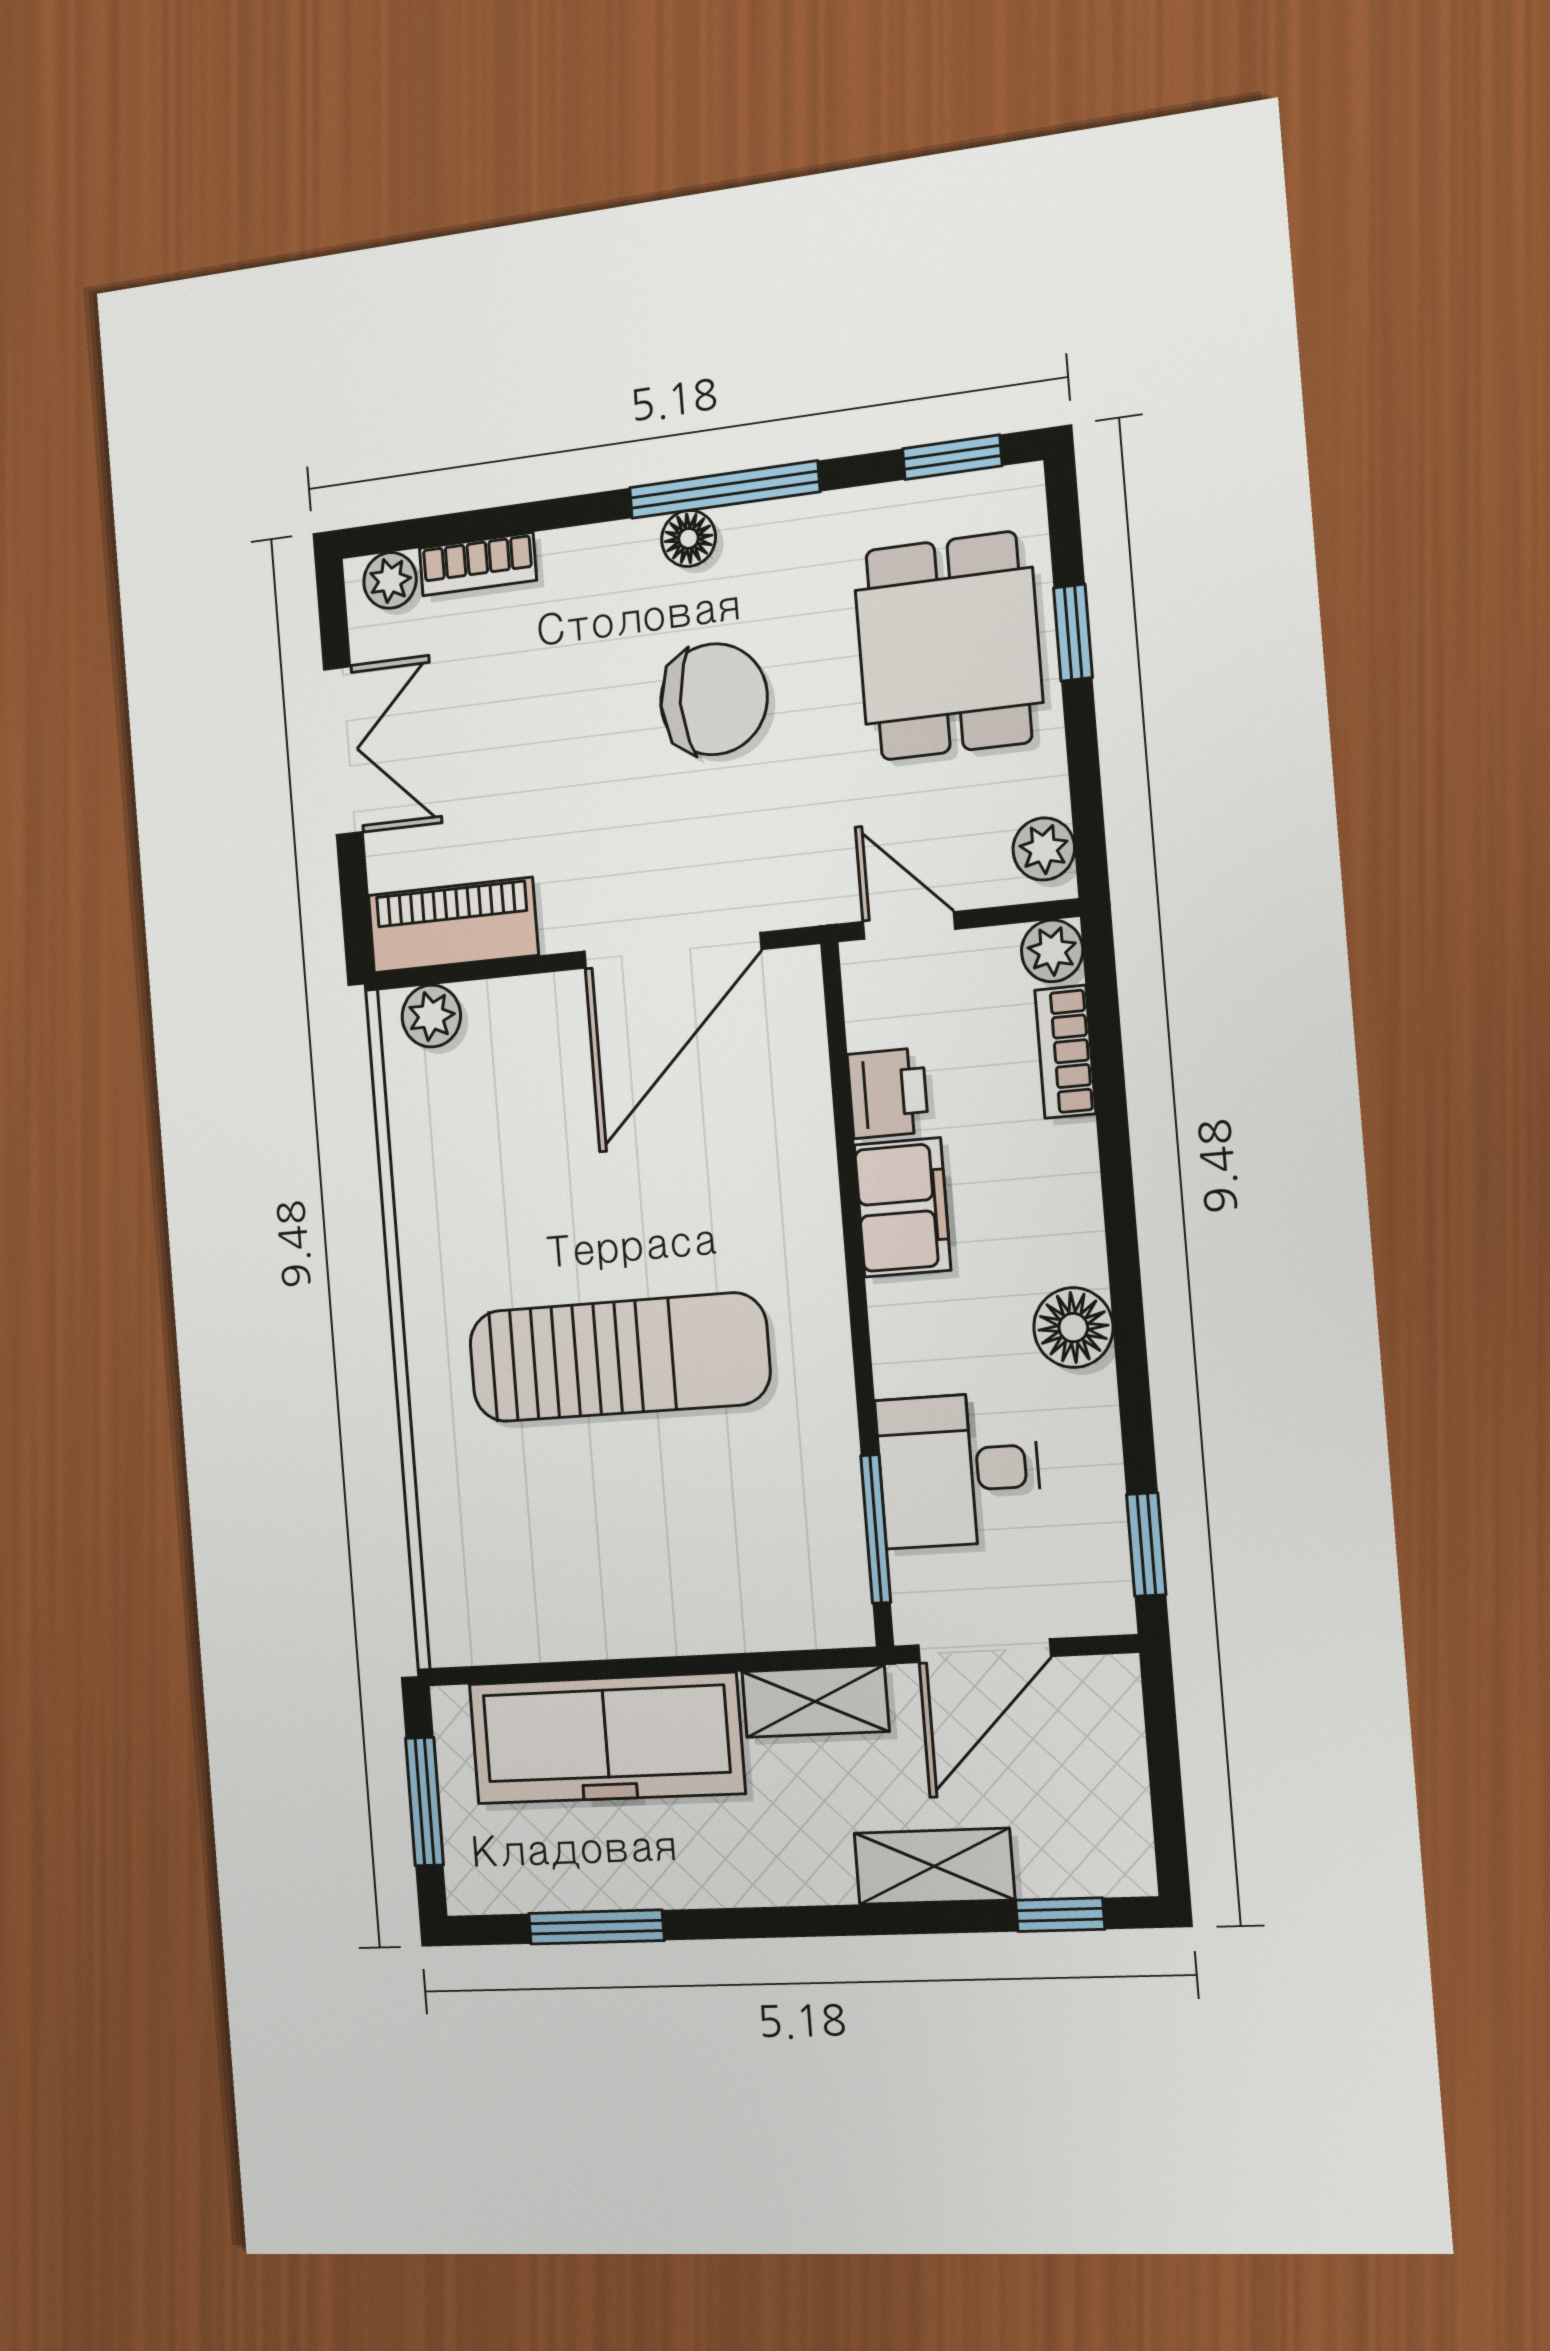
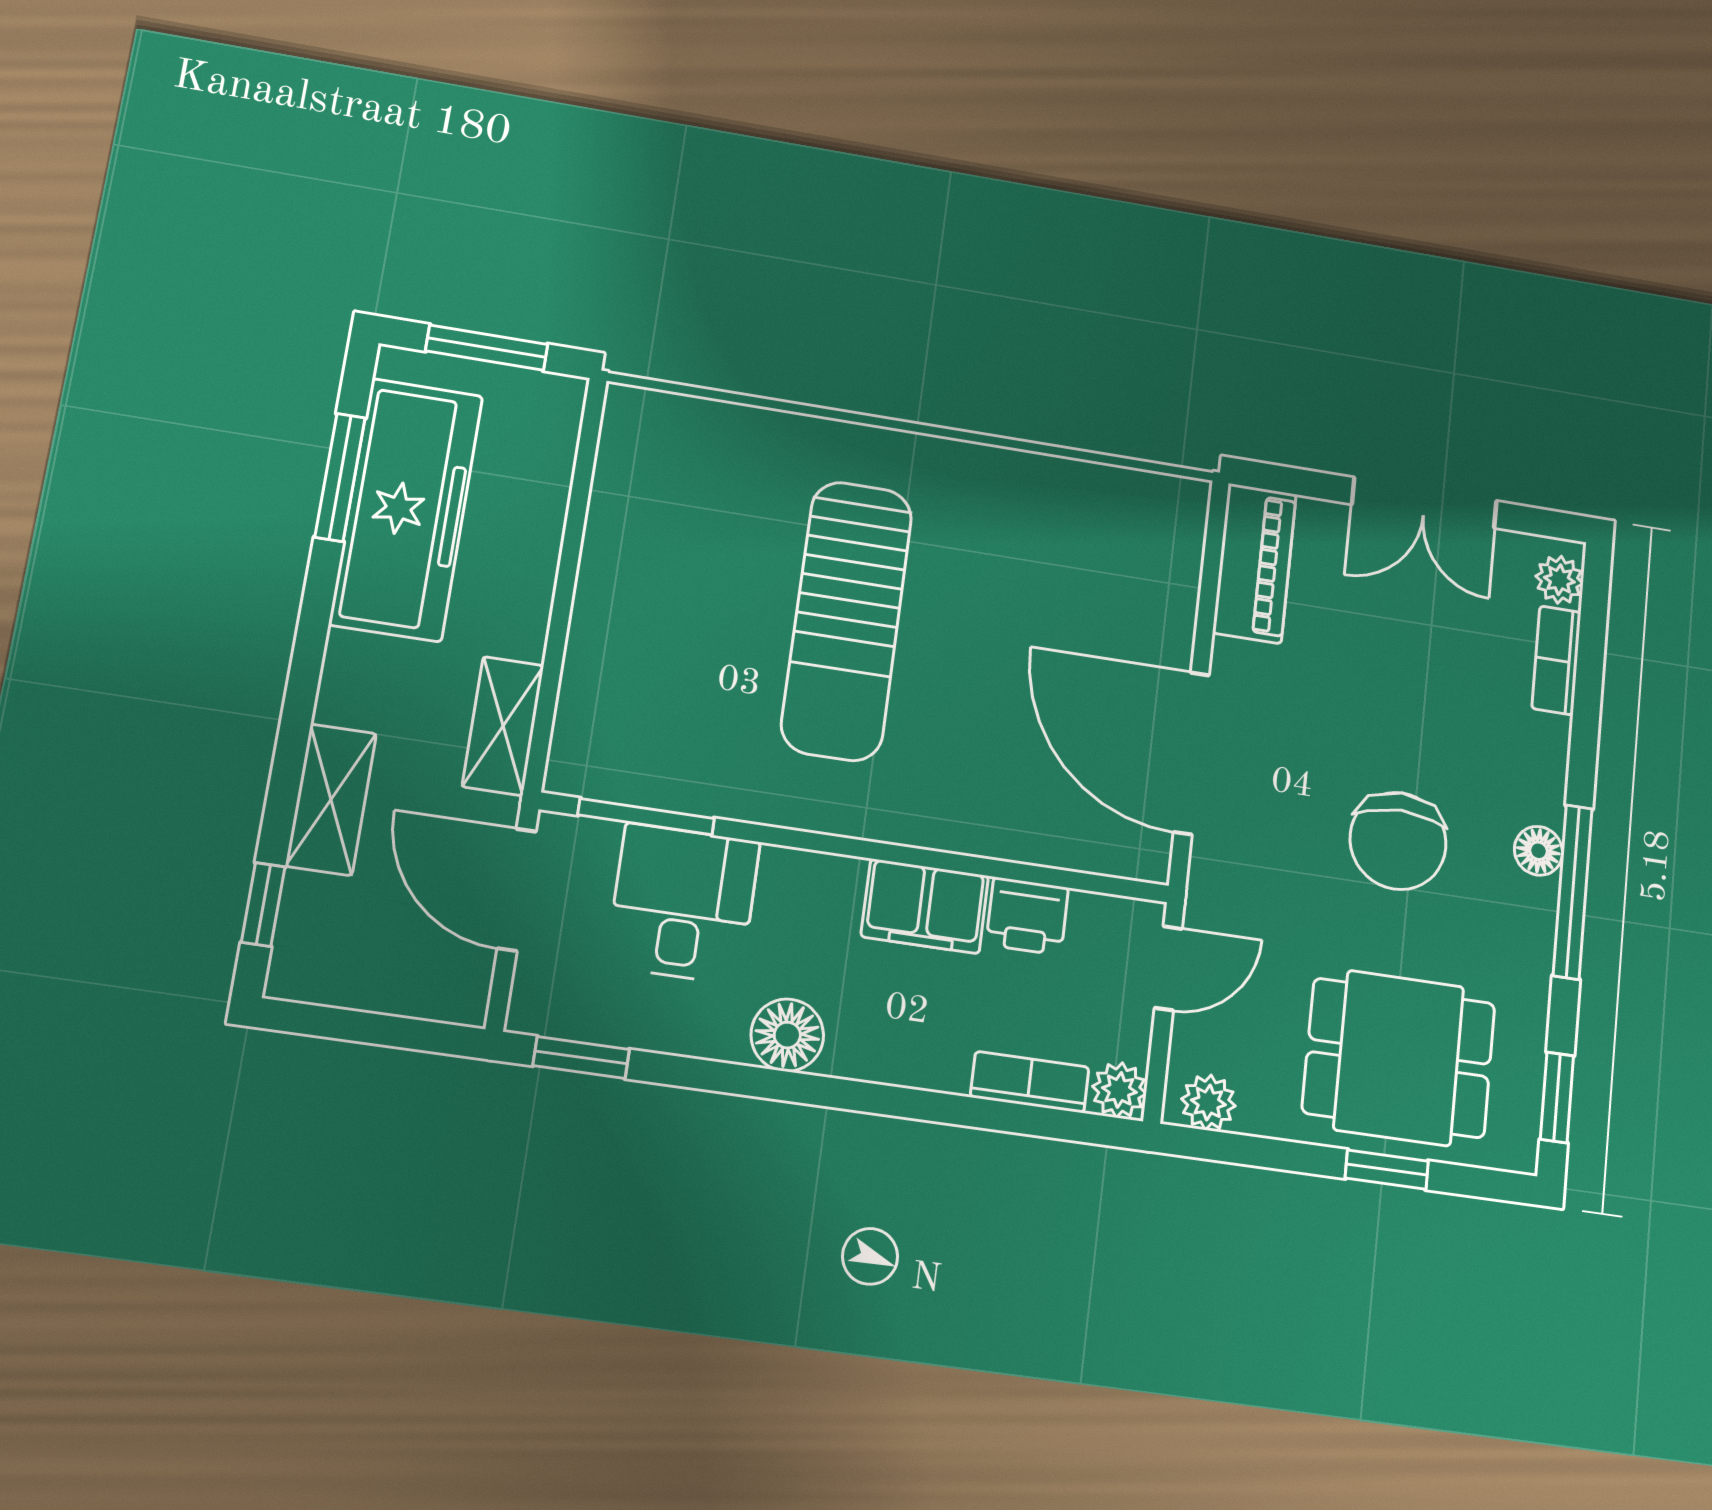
plant: (431, 1016) -> (1180, 525), removed
freezer: (606, 1738) -> (406, 509), moved, turned 180

